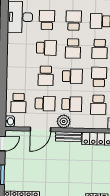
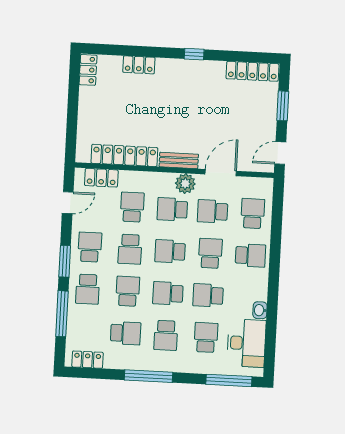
school desk: (47, 20) -> (206, 337), turned 180
school desk: (73, 48) -> (168, 293), turned -90
school desk: (19, 75) -> (250, 255), added
washbasin: (10, 121) -> (260, 310), moved

